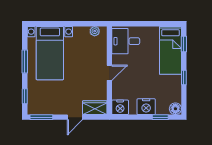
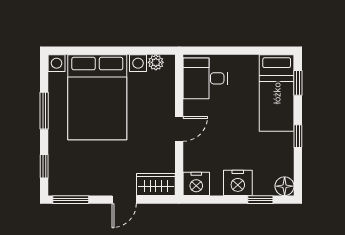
bed with nightstands: (50, 53) -> (97, 97), width x1.36

